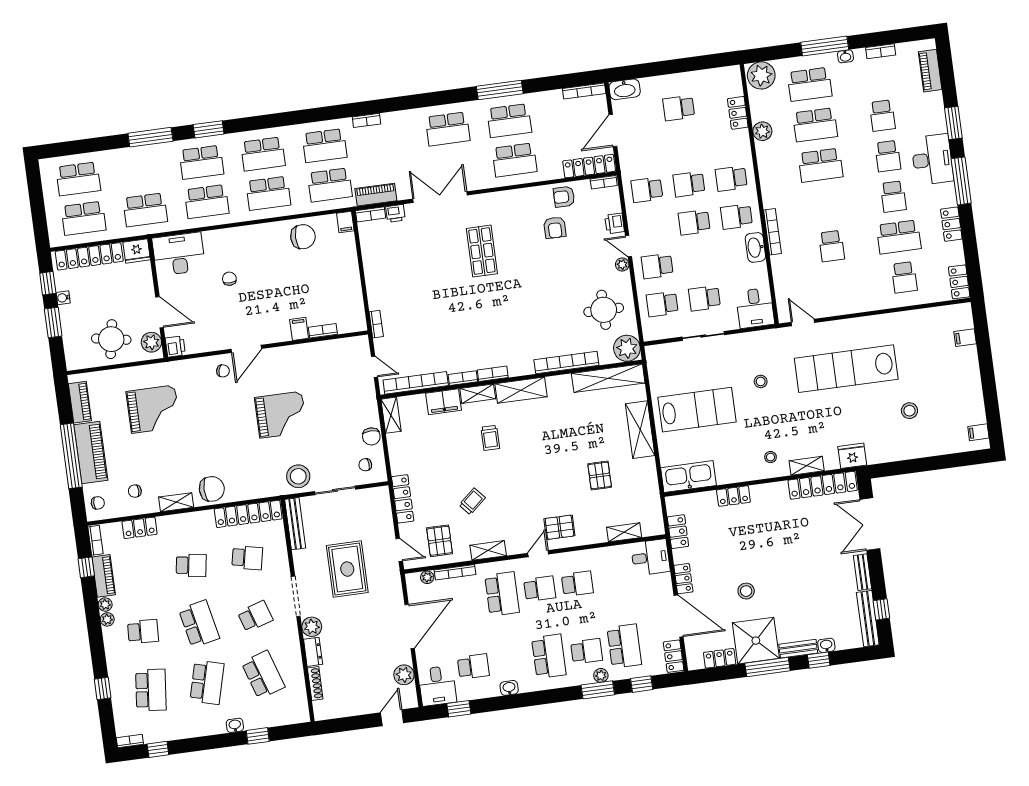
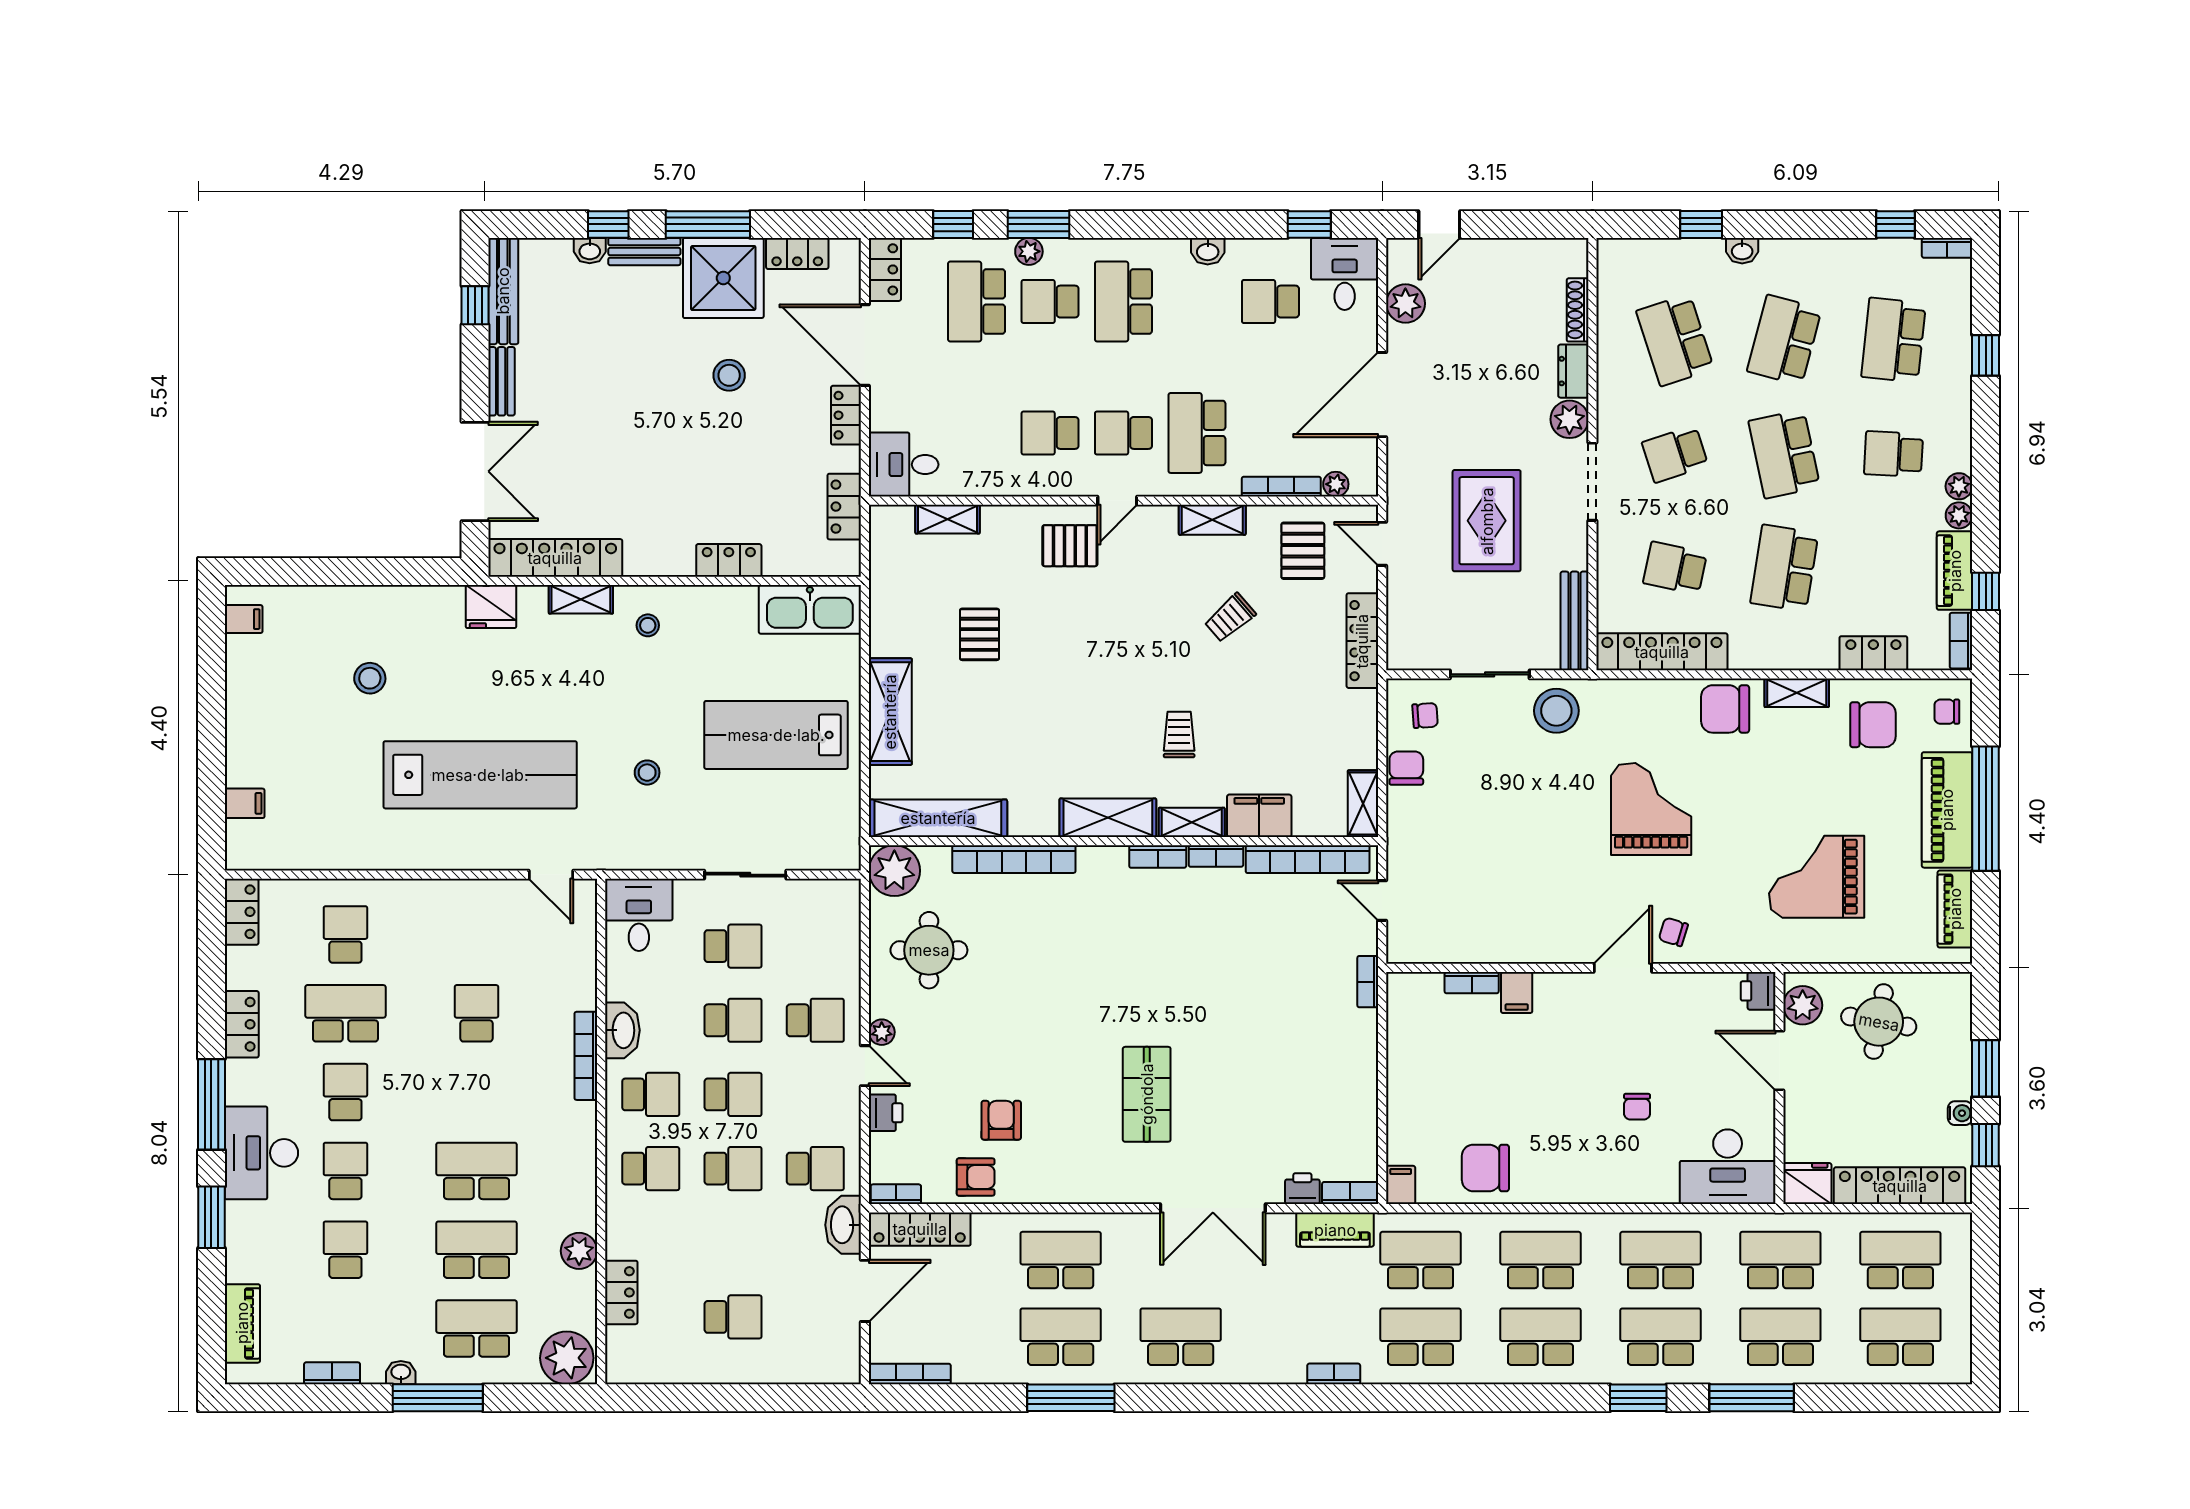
washbasin: (625, 89) -> (843, 1225), moved, turned -90
school desk: (140, 171) -> (1780, 1337), added
school desk: (662, 304) -> (733, 1020), moved
grand piano: (281, 415) -> (1651, 809), moved, turned 90
chair: (135, 491) -> (1873, 725), width x1.87, depth x1.87
school desk: (191, 565) -> (1784, 568), width x1.85

